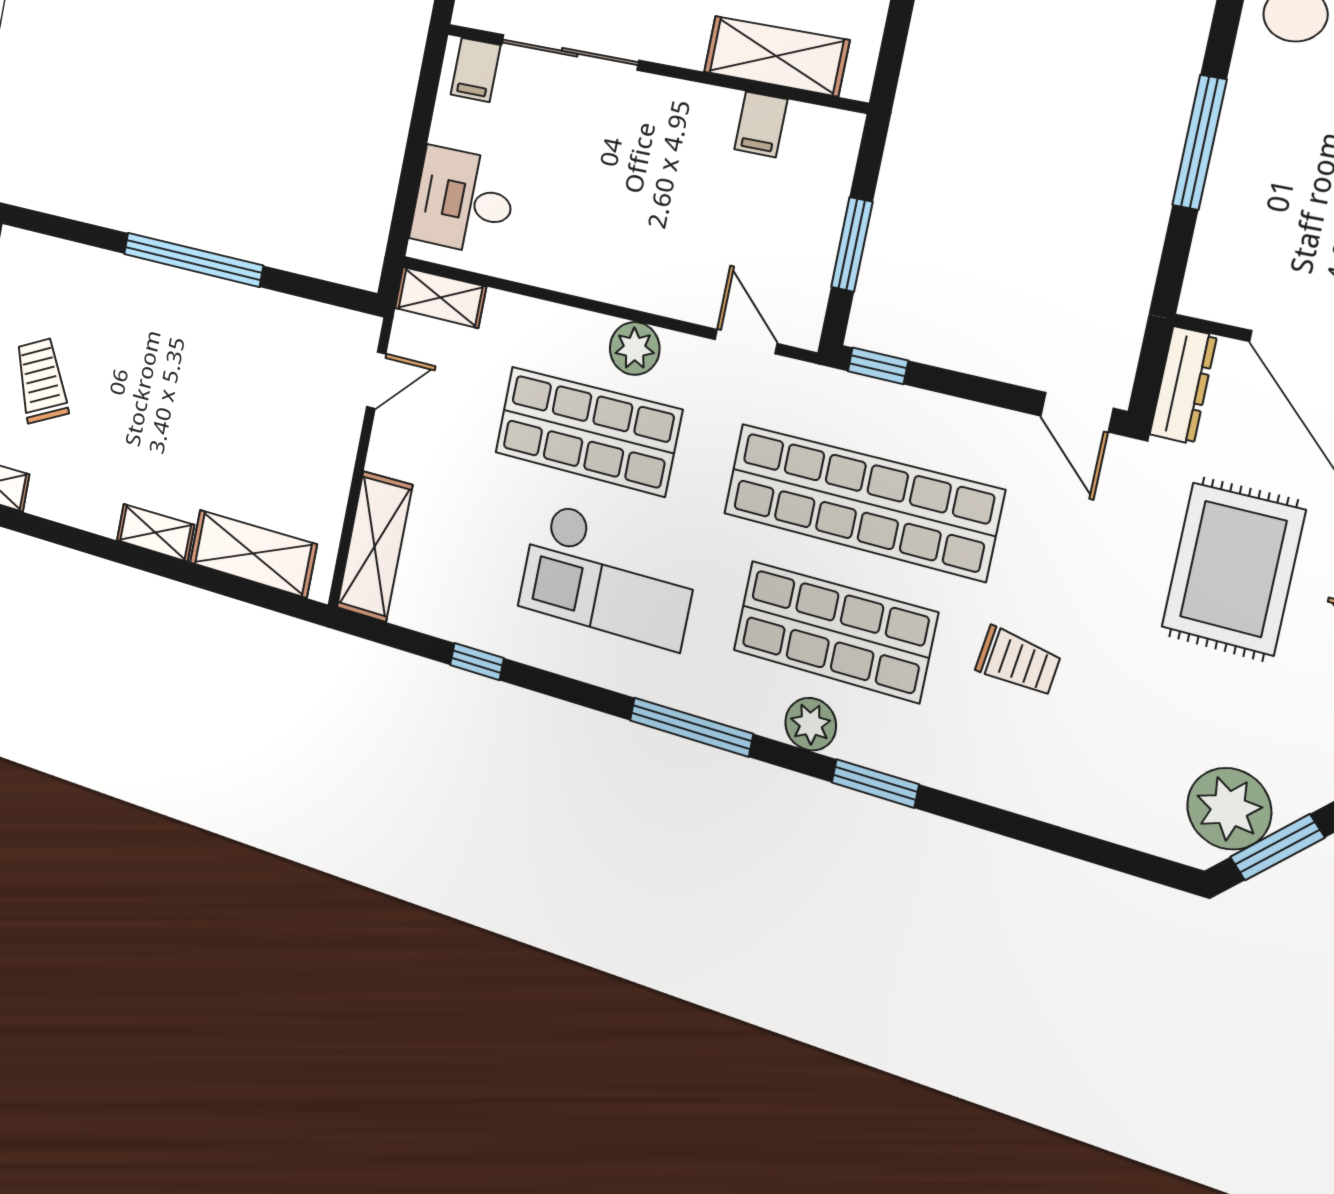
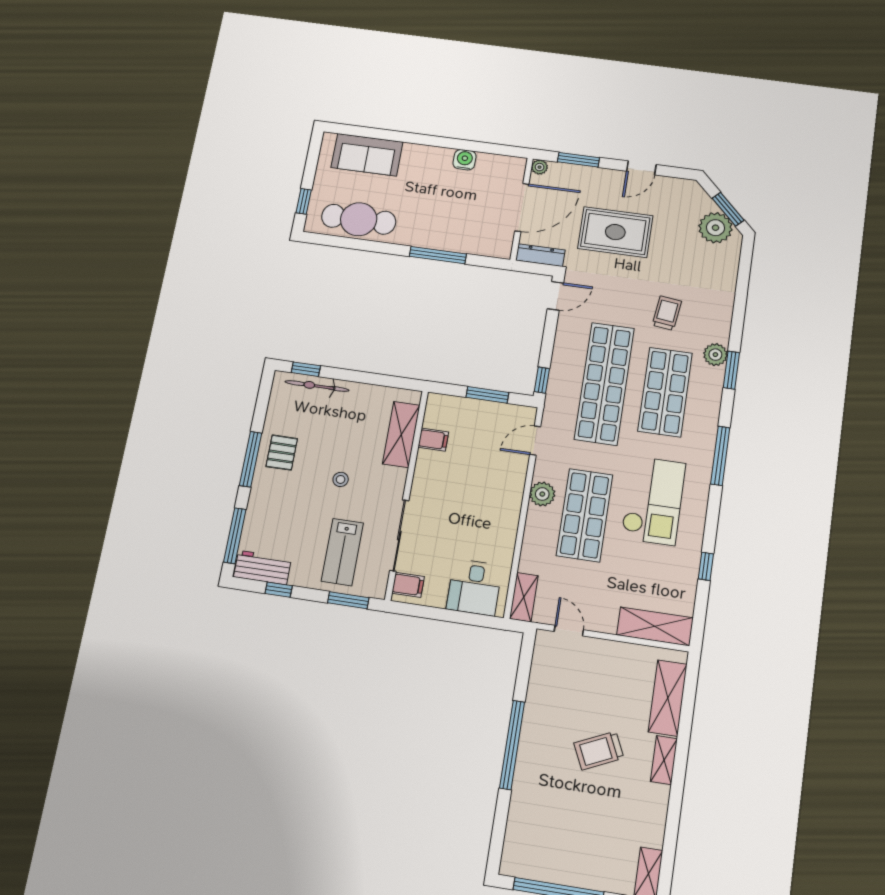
trolley: (41, 381) -> (599, 751), moved
plant: (811, 724) -> (715, 355), moved

